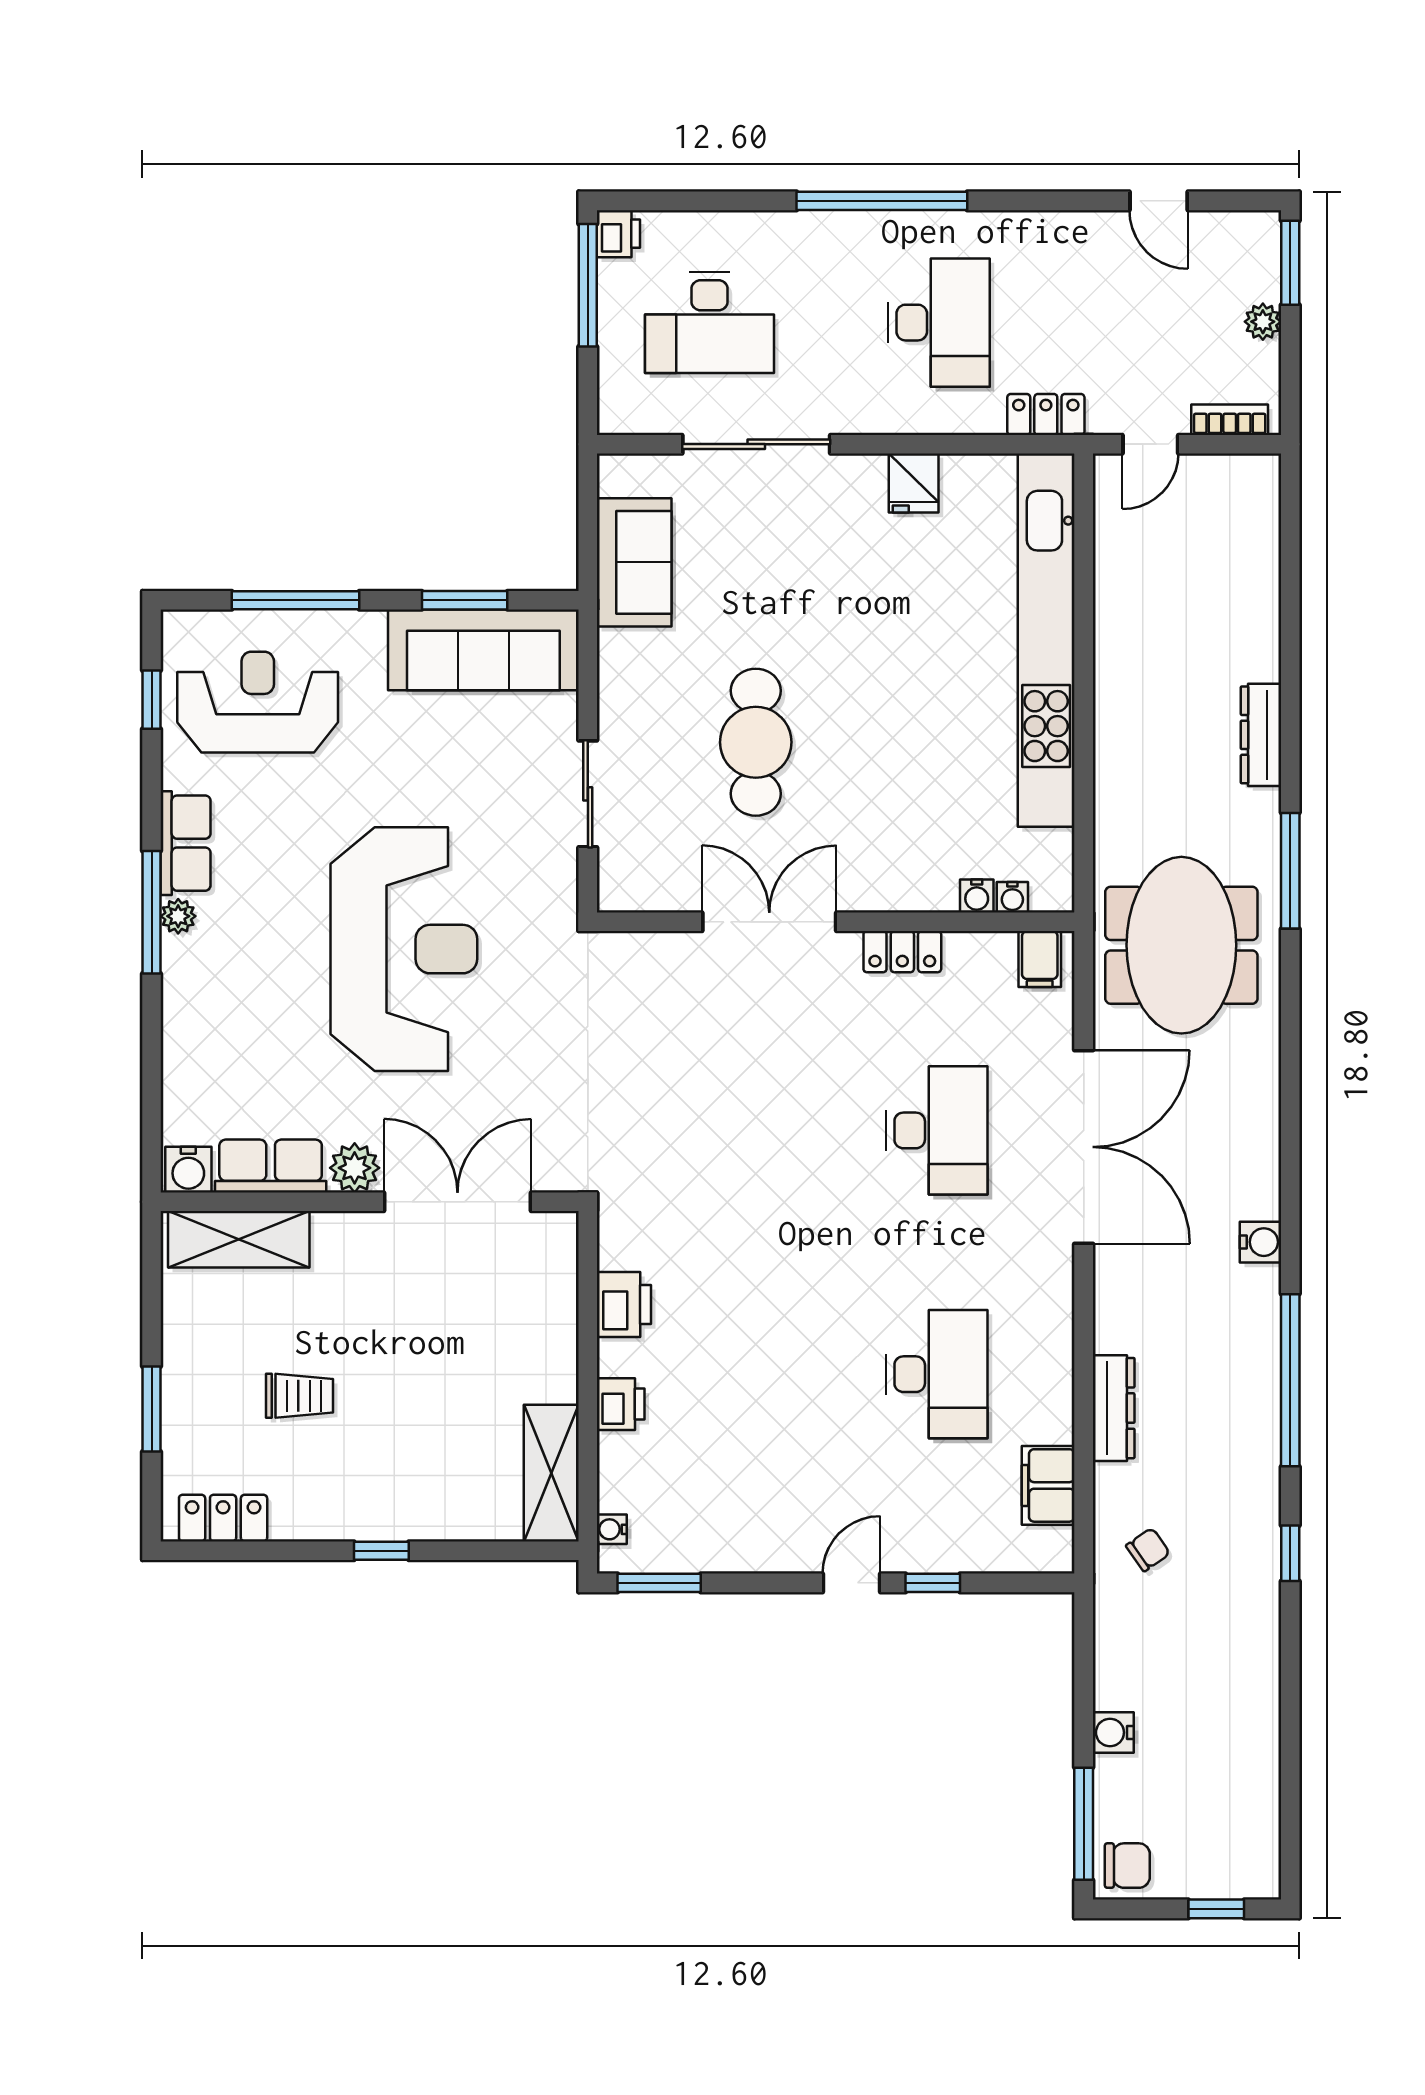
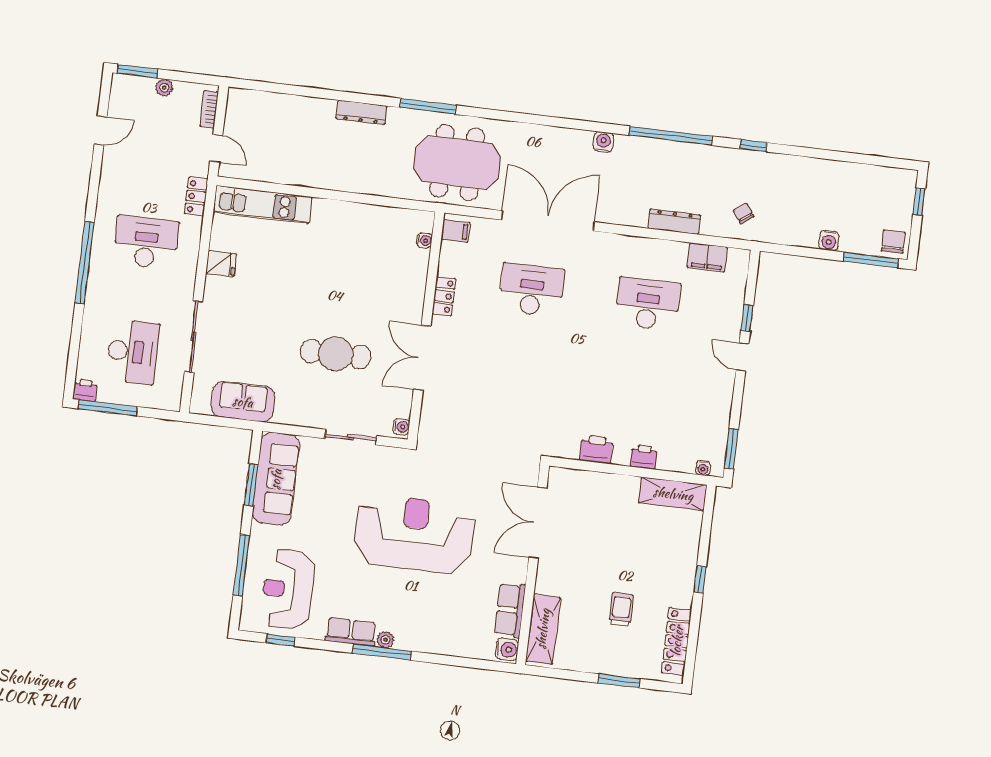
kitchen unit: (1046, 640) -> (263, 205), width x0.54
water cooler: (977, 896) -> (401, 427), moved
plant: (355, 1168) -> (516, 570), removed
locker: (223, 1518) -> (677, 641), width x1.53

